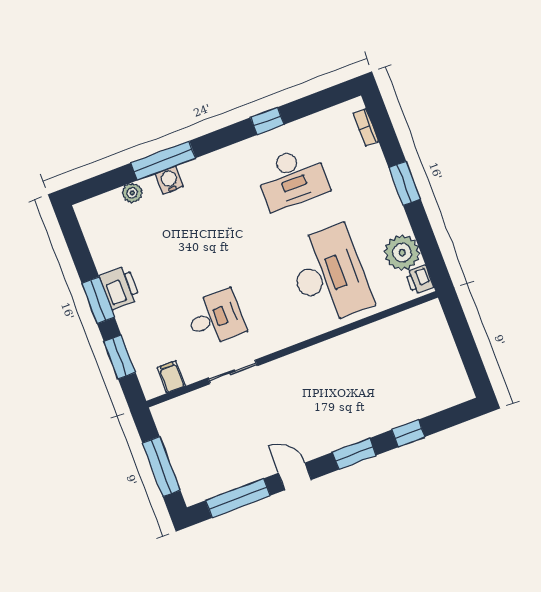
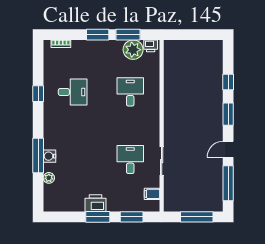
desk: (292, 178) -> (73, 92), width x0.73
window: (424, 235) -> (128, 35), added
desk: (329, 275) -> (130, 92), width x0.53, depth x0.77

